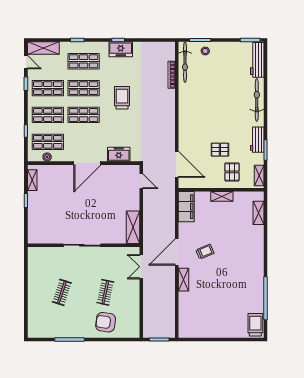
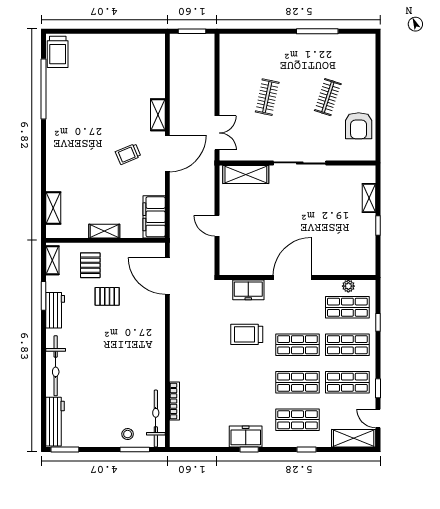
trolley: (122, 98) -> (247, 334), moved, turned 90
shelving: (32, 180) -> (369, 198), moved
door: (141, 181) -> (217, 226), moved
shelving: (133, 227) -> (246, 174), moved, turned 90
armchair: (106, 322) -> (359, 126), moved, turned 82

